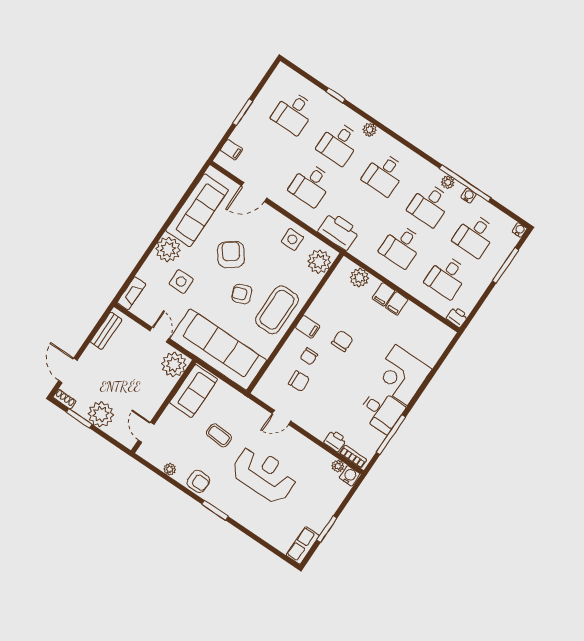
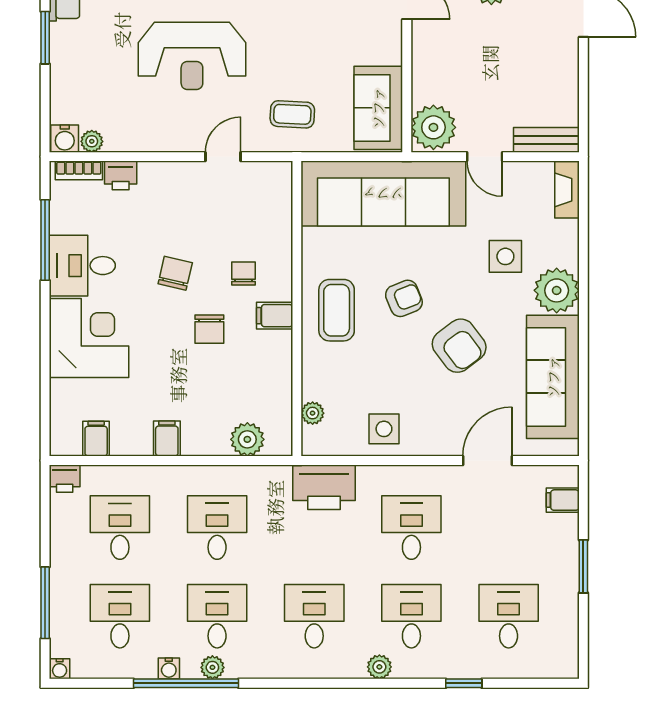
plant: (319, 262) -> (313, 413), width x0.53, depth x0.53
filing cabinet: (383, 294) -> (96, 439), moved
coffee table: (277, 310) -> (337, 310), width x0.73, depth x0.76
bench: (106, 331) -> (546, 140), moved, turned 90
chair: (299, 381) -> (175, 273), moved, turned 107
coffee table: (219, 435) -> (292, 114), moved

